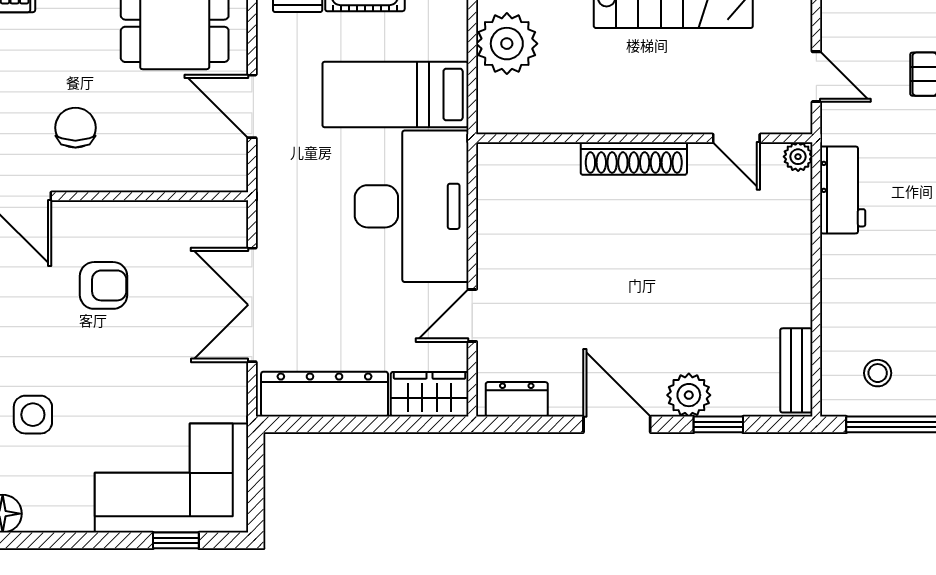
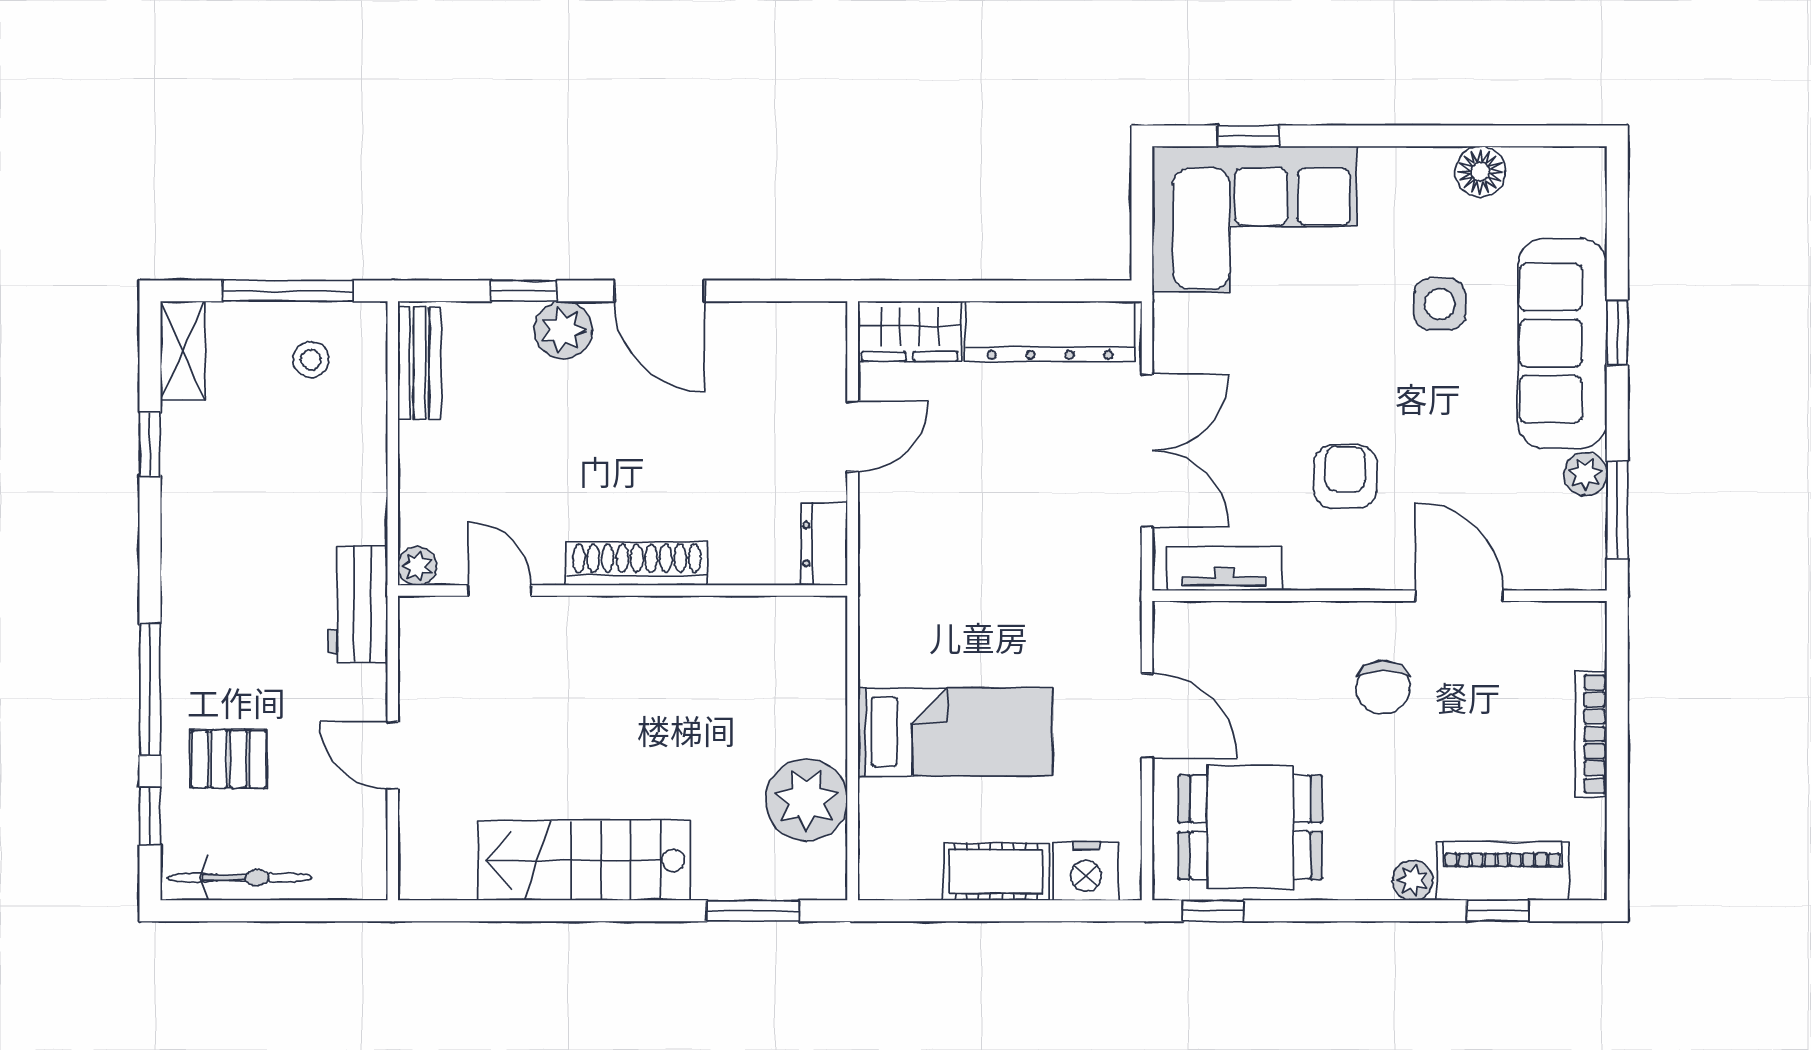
wall: (644, 138) -> (623, 591), moved
door: (736, 138) -> (500, 591), moved
plant: (798, 157) -> (417, 566), moved
shoe rack: (634, 159) -> (637, 563), moved
desk: (412, 206) -> (934, 582), removed
tv unit: (194, 217) -> (1224, 568), added
armchair: (104, 285) -> (1345, 477), turned 90
dresser: (517, 399) -> (824, 544), moved, turned 90

